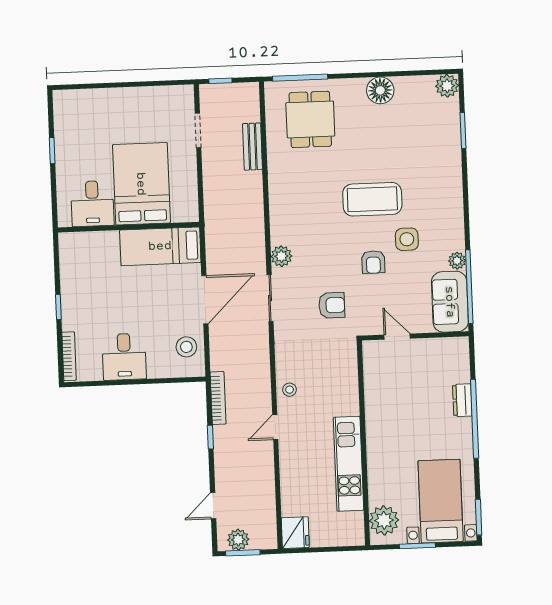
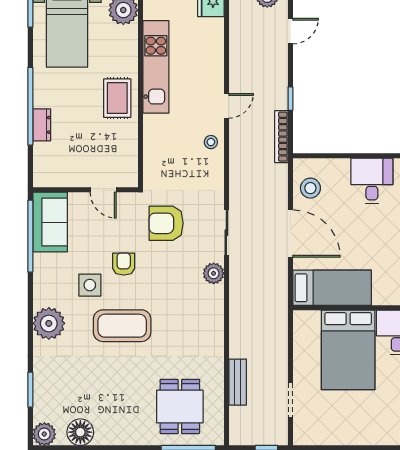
floor lamp: (380, 90) -> (80, 432), moved
plant: (457, 261) -> (49, 323), moved, width x1.88, depth x1.88
door: (205, 300) -> (290, 234), swing flipped
armchair: (332, 305) -> (166, 223), width x1.38, depth x1.38
rug: (387, 431) -> (117, 98), added

